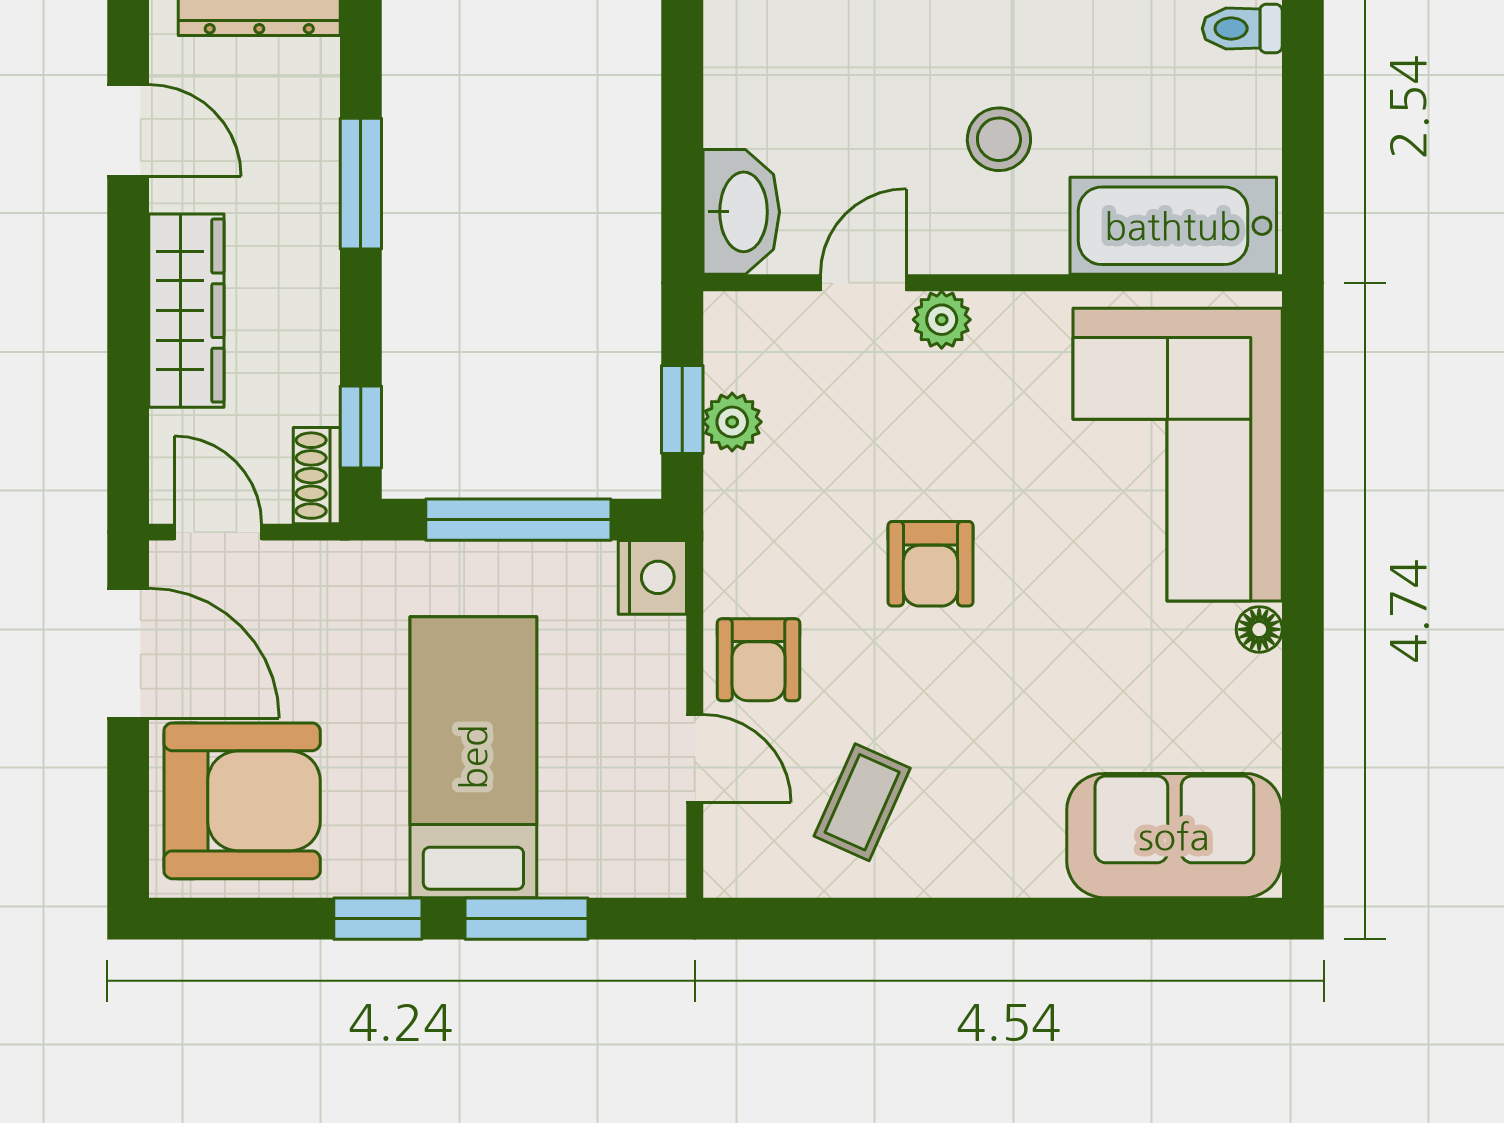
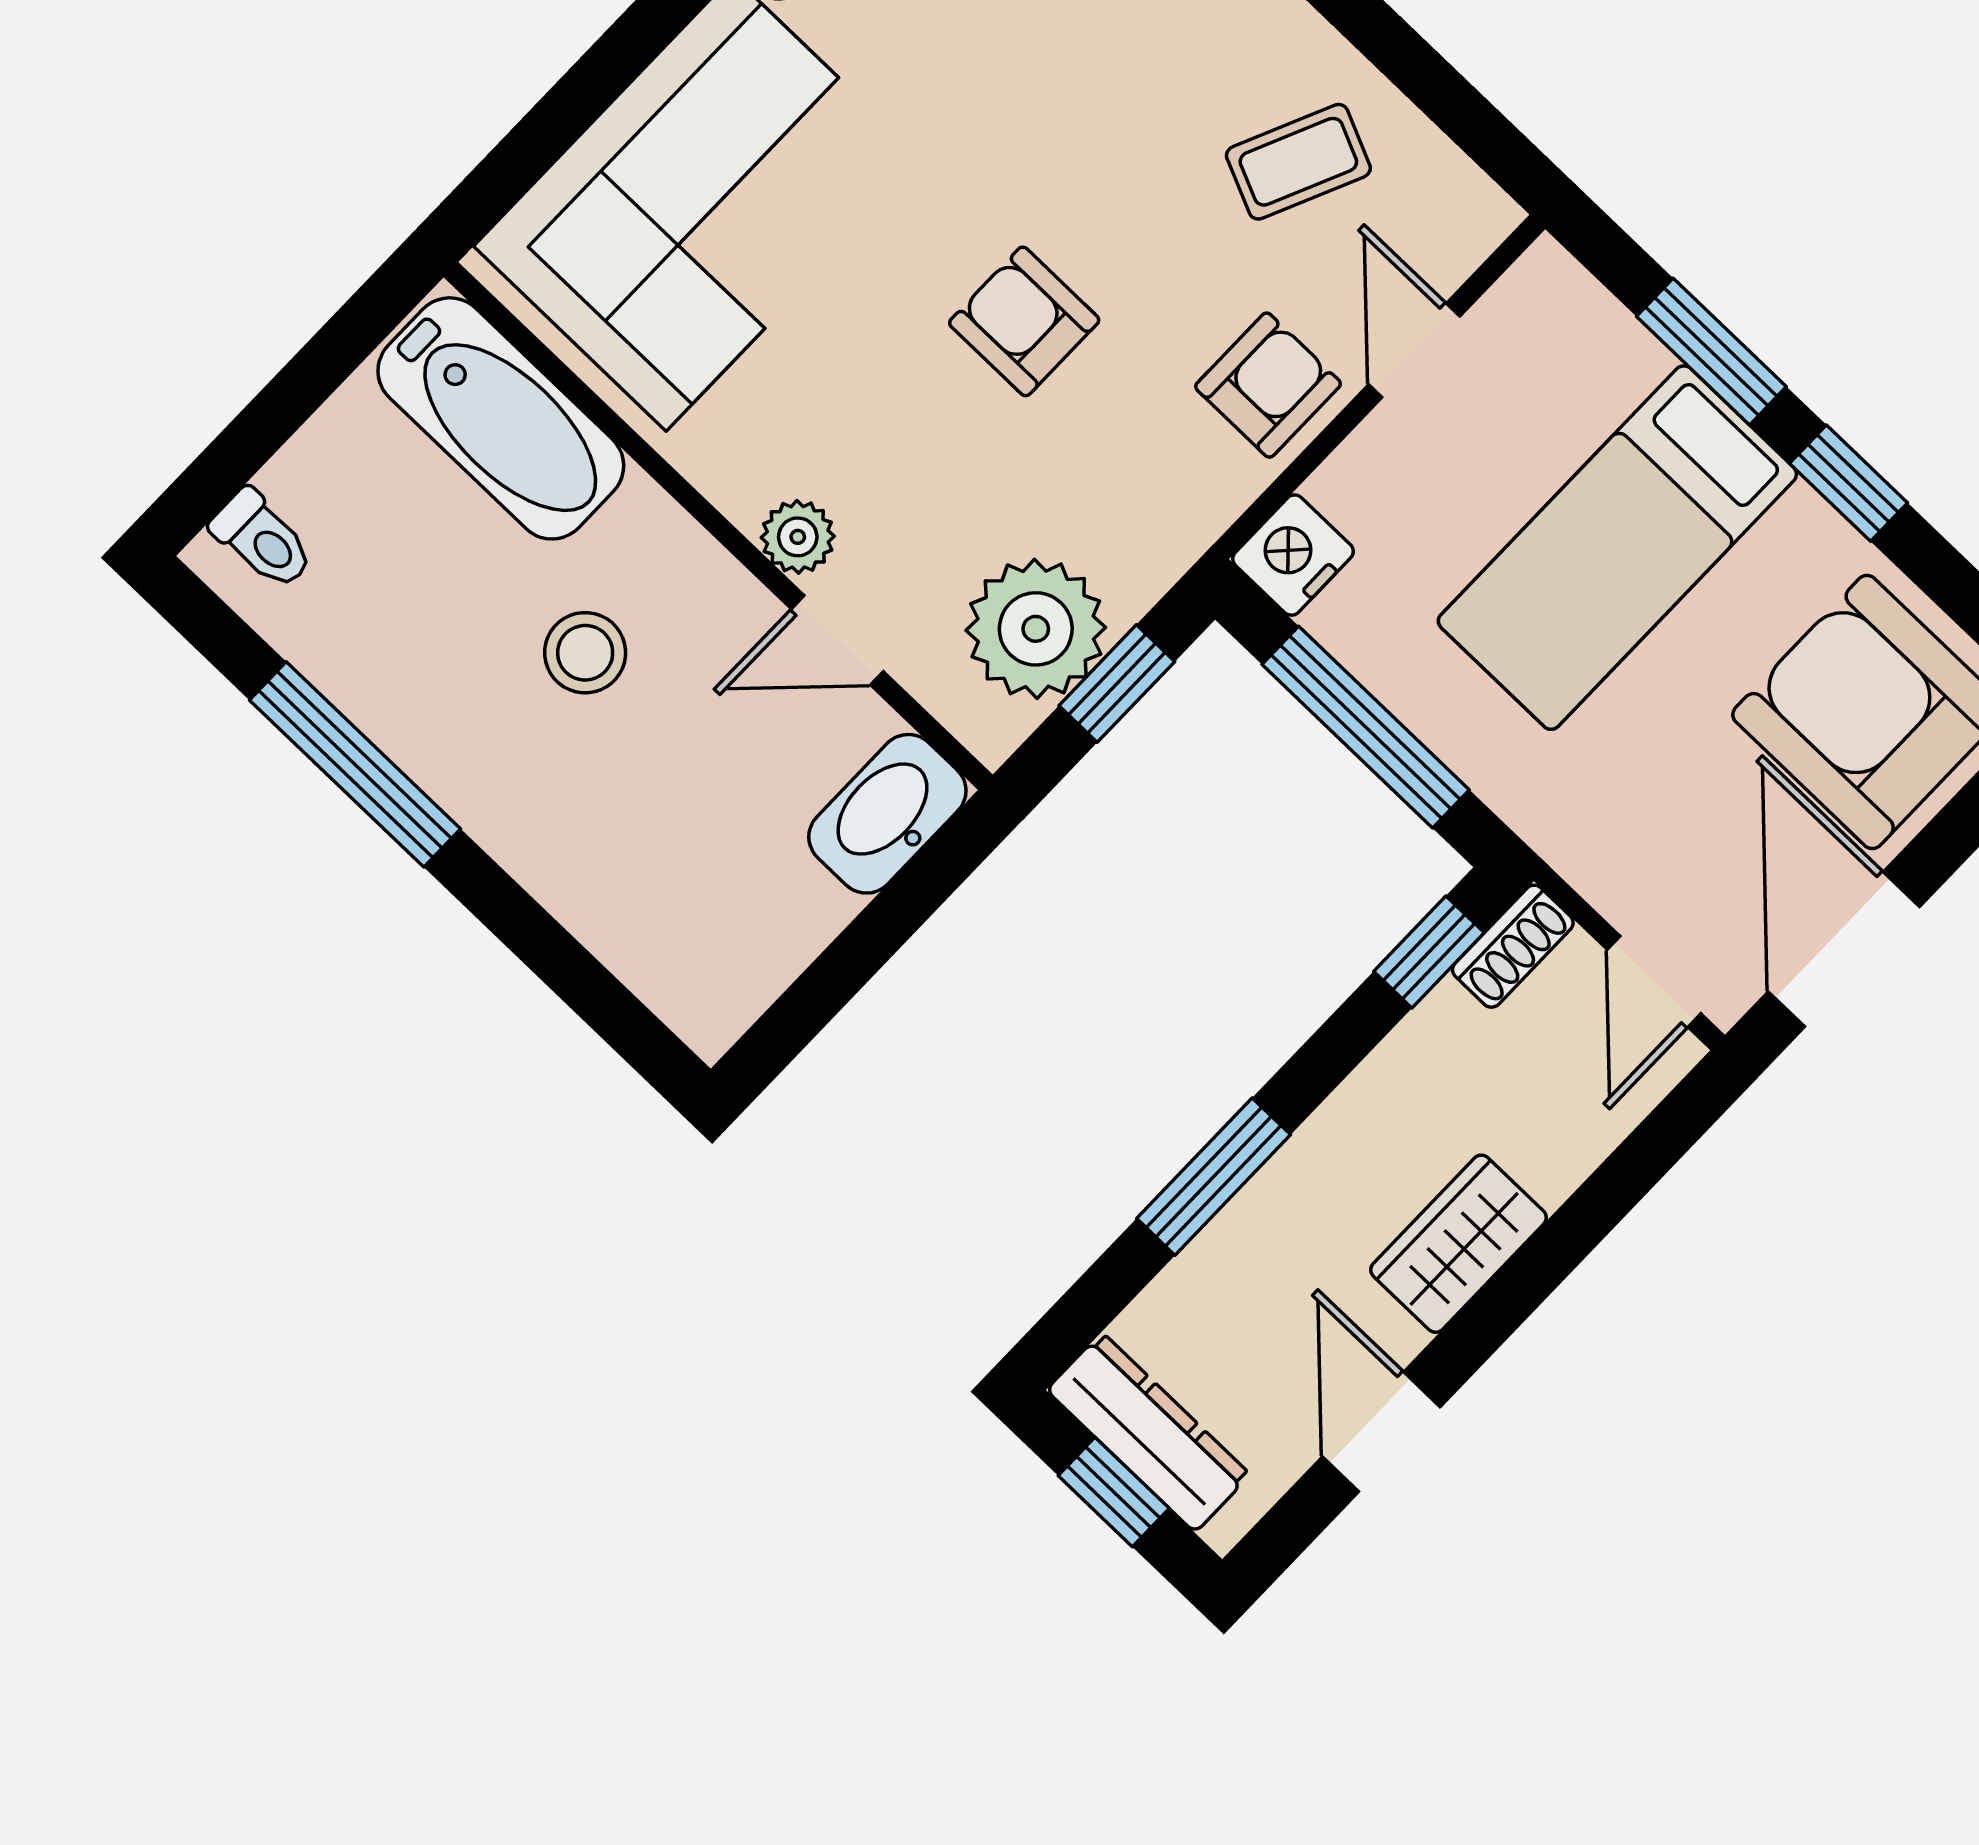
wardrobe: (186, 311) -> (1458, 1244), width x0.67
plant: (732, 422) -> (1036, 629), width x1.87, depth x1.87
armchair: (931, 564) -> (1024, 321), turned -90

